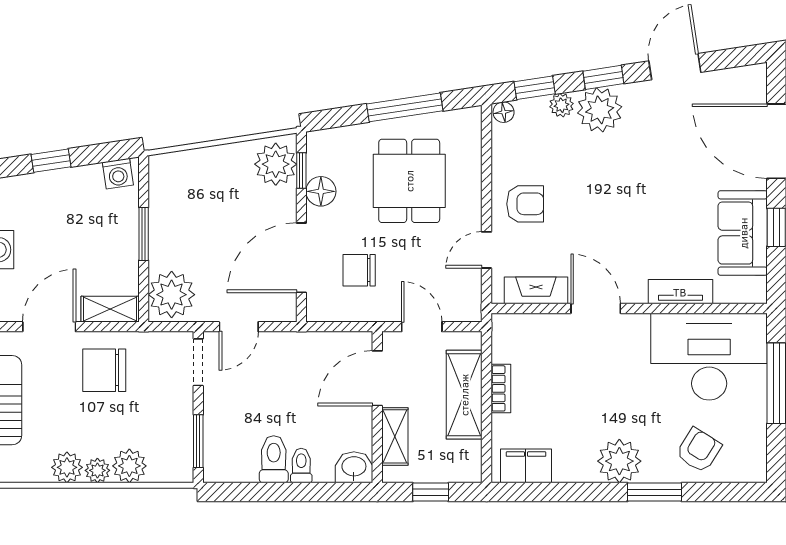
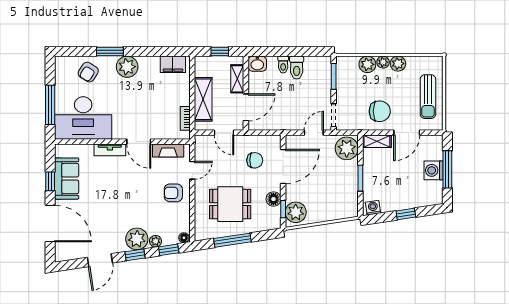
dining table: (409, 181) -> (230, 204), turned 90
tv unit: (680, 292) -> (110, 150), moved
bookcase: (501, 388) -> (185, 118), moved

